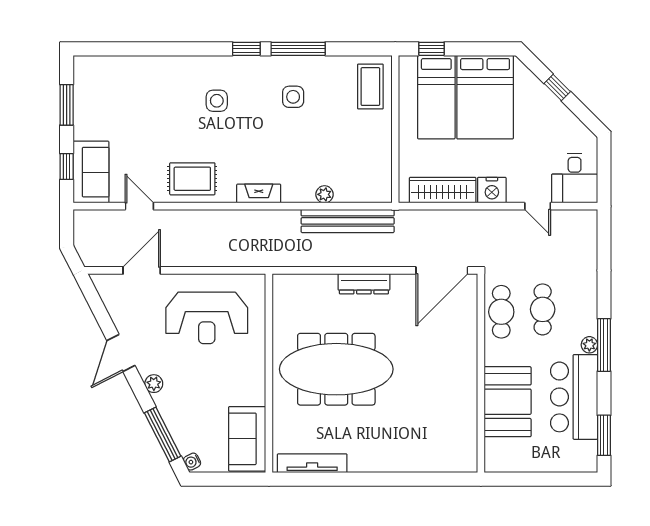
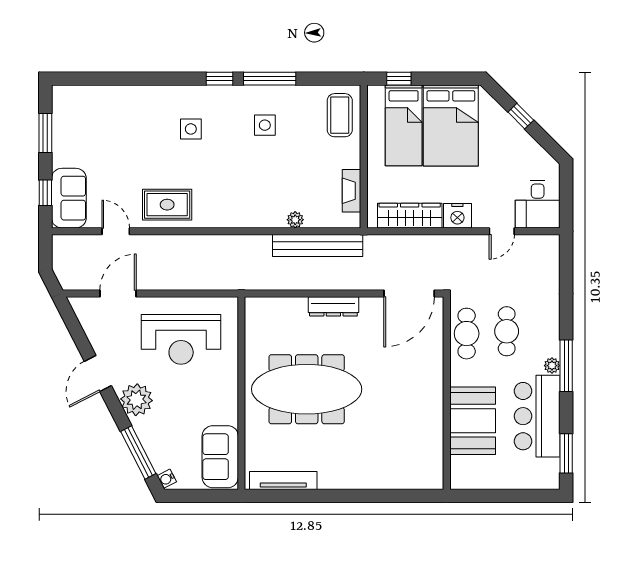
fireplace: (259, 194) -> (352, 191), moved, turned -90
door: (538, 206) -> (502, 231), hinge flipped
plant: (154, 384) -> (136, 400), width x1.88, depth x1.88

